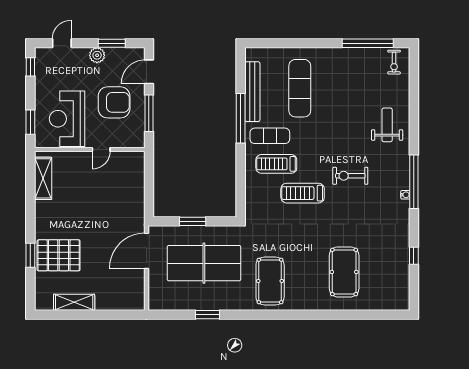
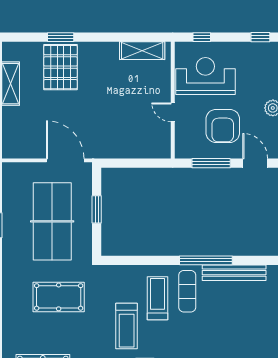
exercise mat: (300, 88) -> (238, 323), removed
window: (30, 122) -> (202, 37), width x0.67
treadmill: (303, 193) -> (127, 326), turned 180
pool table: (270, 281) -> (59, 297), moved

